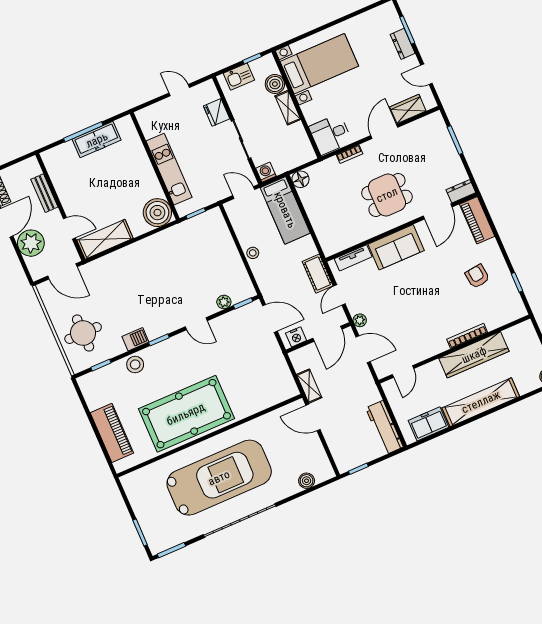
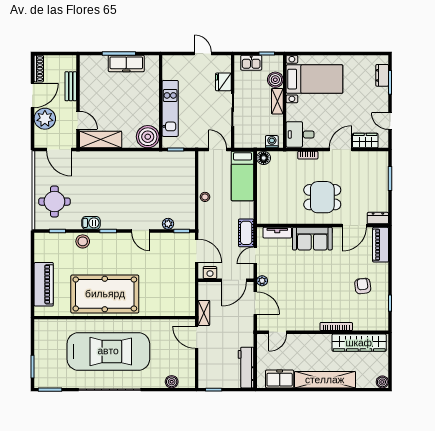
dresser: (403, 44) -> (382, 75), moved
washing machine: (266, 172) -> (272, 142), moved
wardrobe: (474, 355) -> (359, 343), moved

